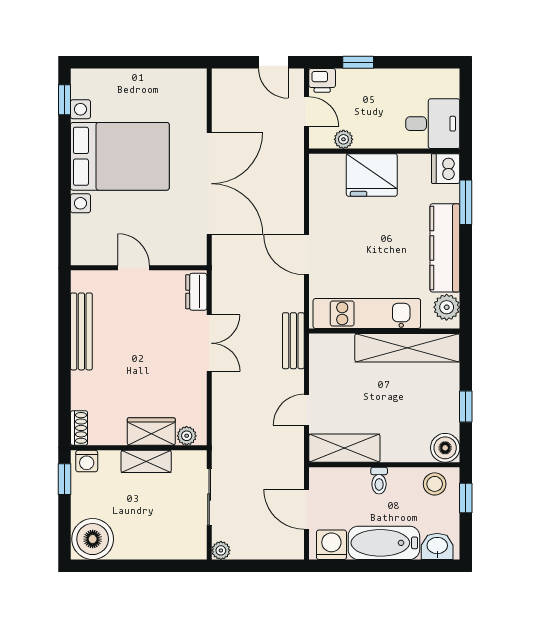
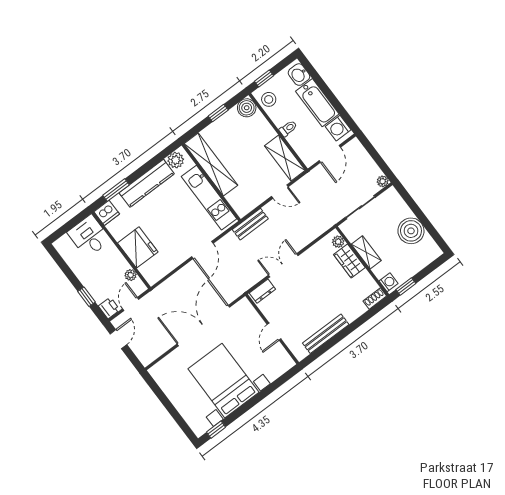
boiler: (93, 539) -> (411, 231), moved

